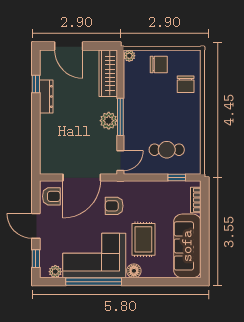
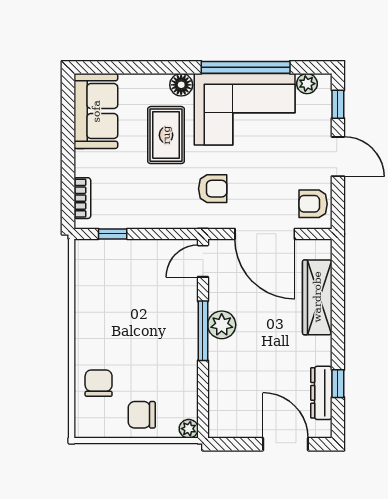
wardrobe: (108, 73) -> (317, 297), moved, turned 180
dresser: (46, 96) -> (321, 393), moved
cafe table: (167, 150) -> (129, 278), removed
door: (82, 178) -> (265, 234), swing flipped
sofa: (187, 246) -> (96, 111), width x0.73

